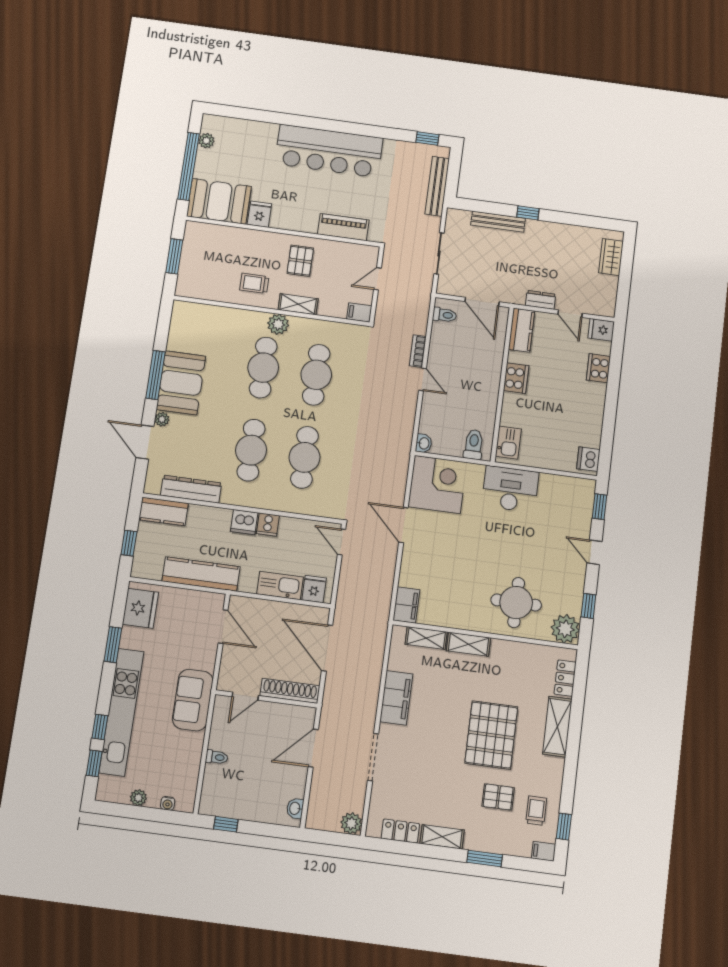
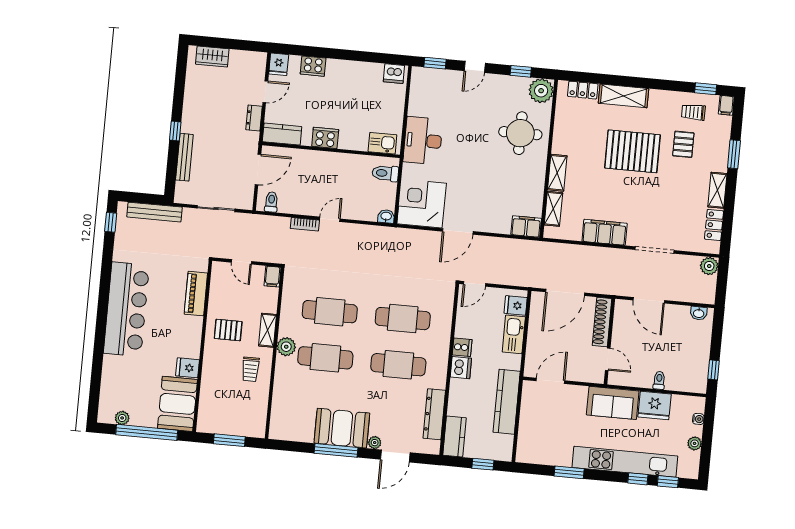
fridge: (140, 608) -> (655, 405), moved, turned 180

